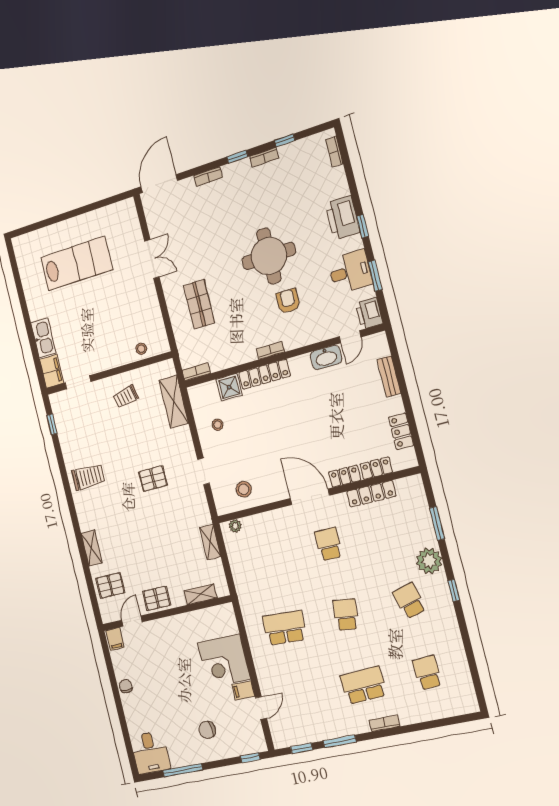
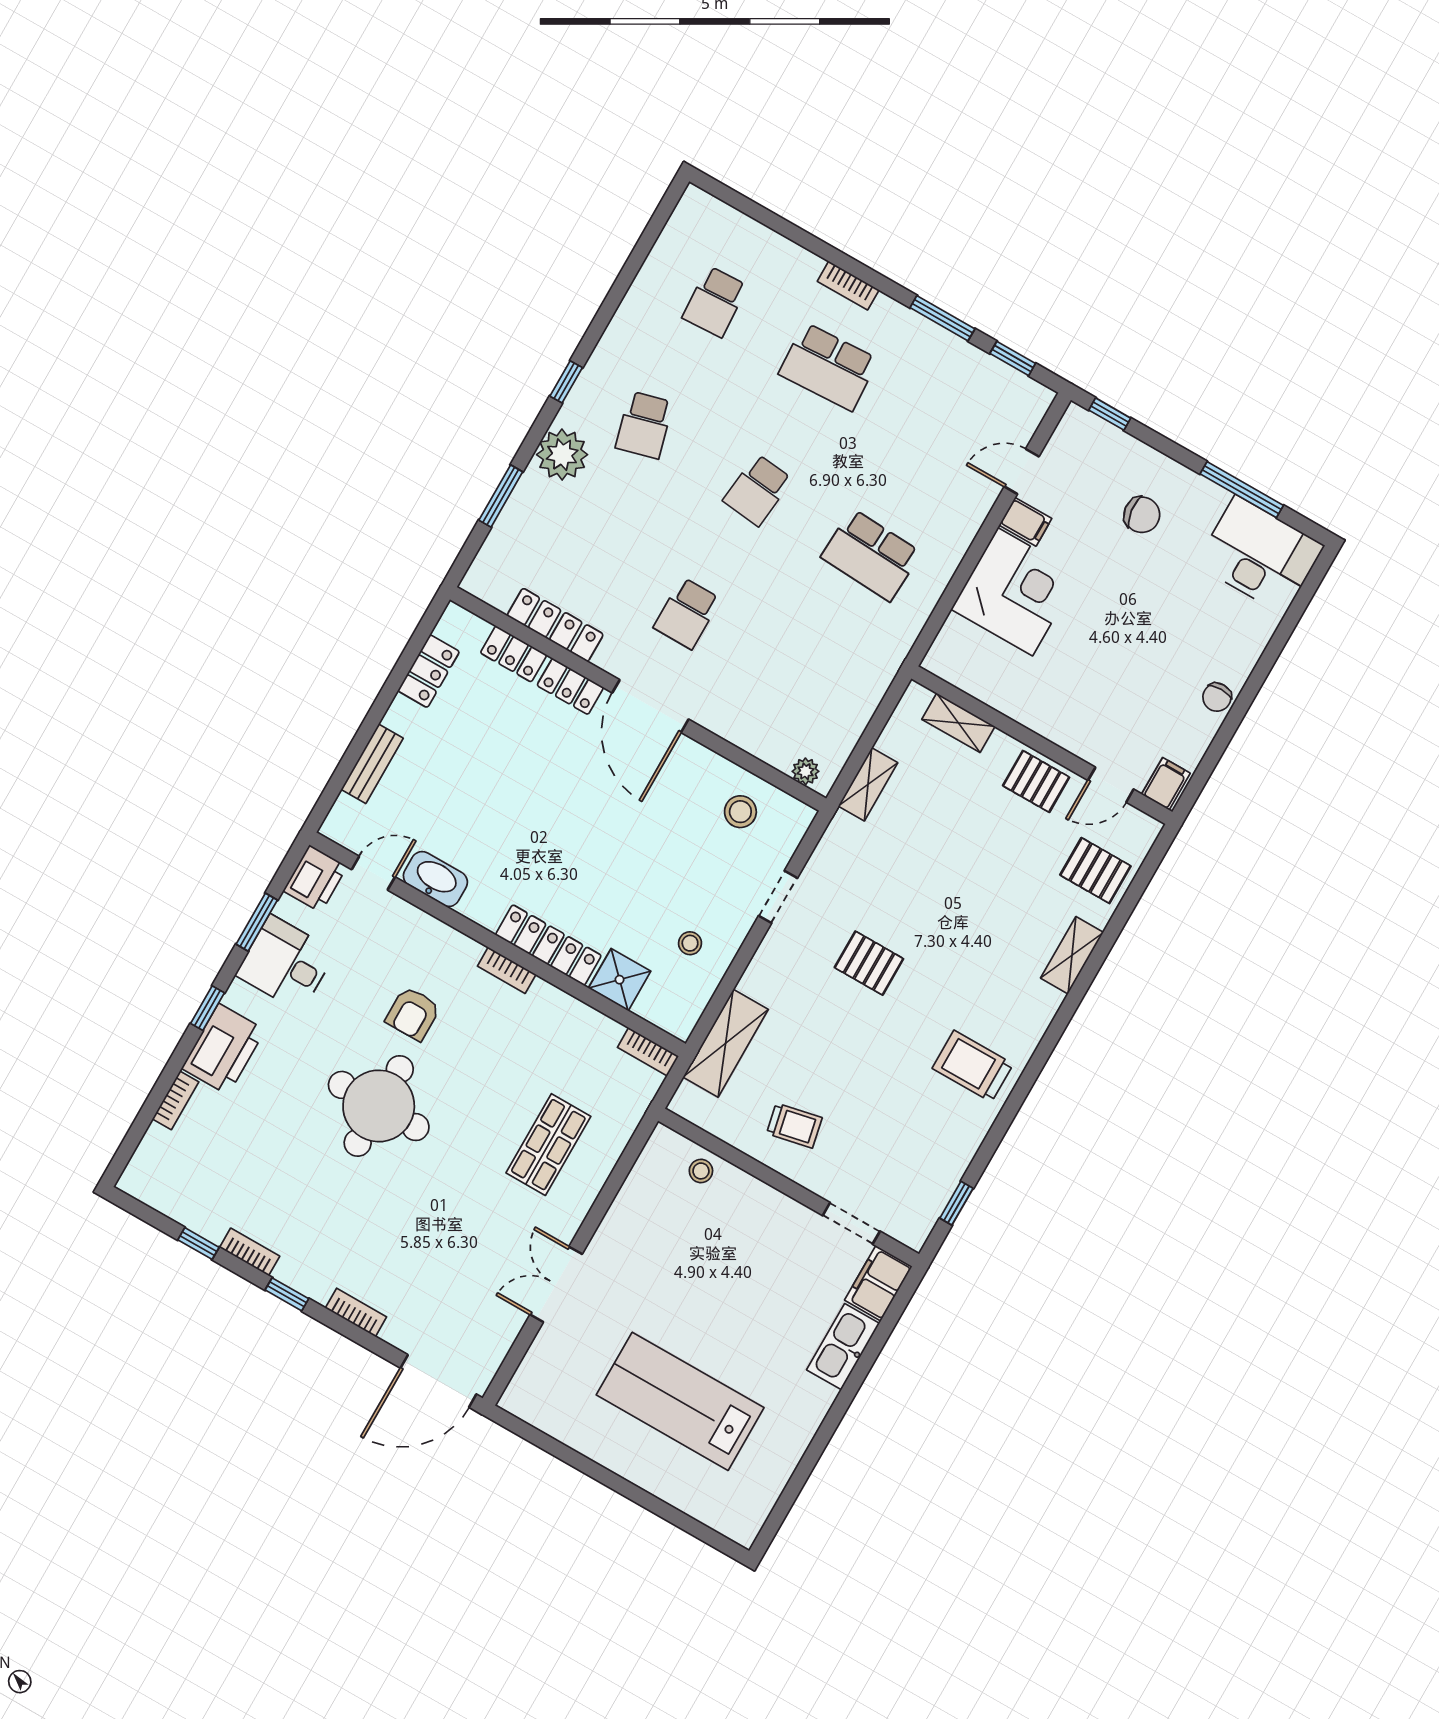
bookcase: (334, 152) -> (176, 1100), moved
desk: (150, 753) -> (1260, 555), width x1.37

